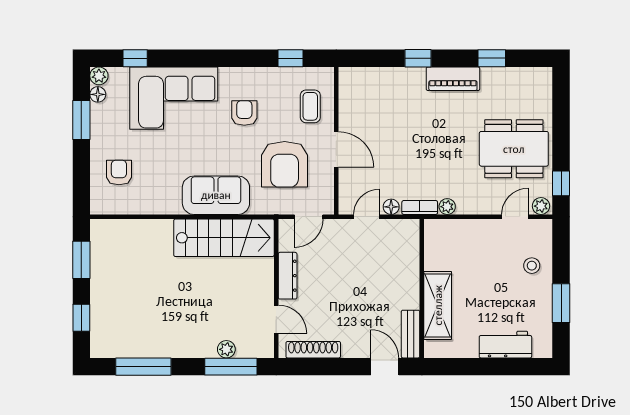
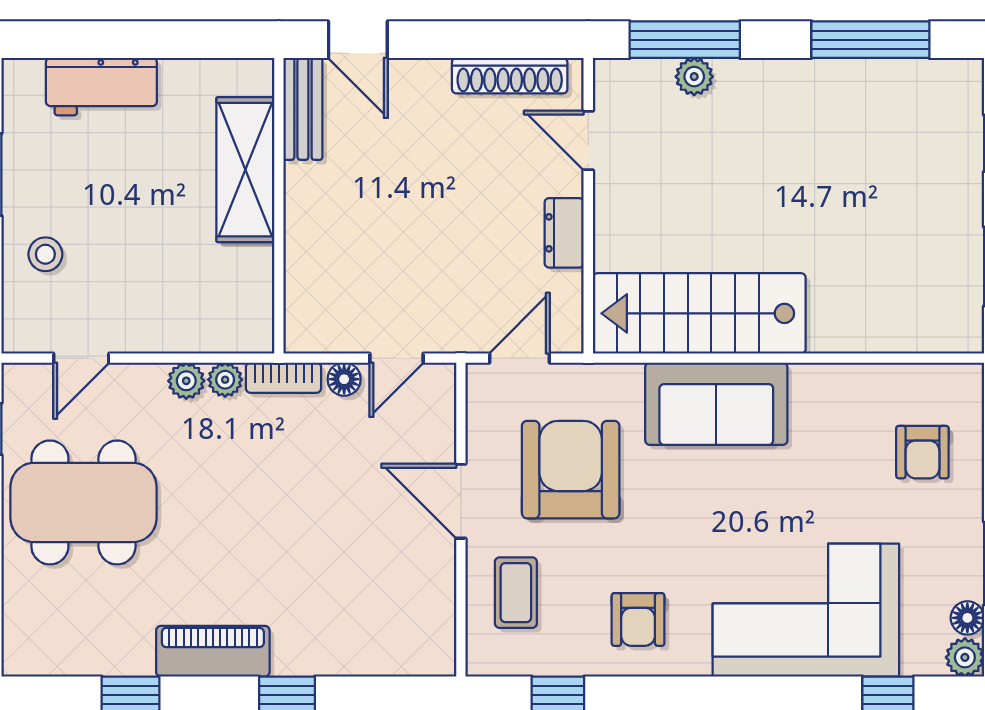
armchair: (244, 113) -> (638, 619), moved
plant: (541, 206) -> (186, 381), moved
dresser: (288, 276) -> (564, 233), width x0.70

